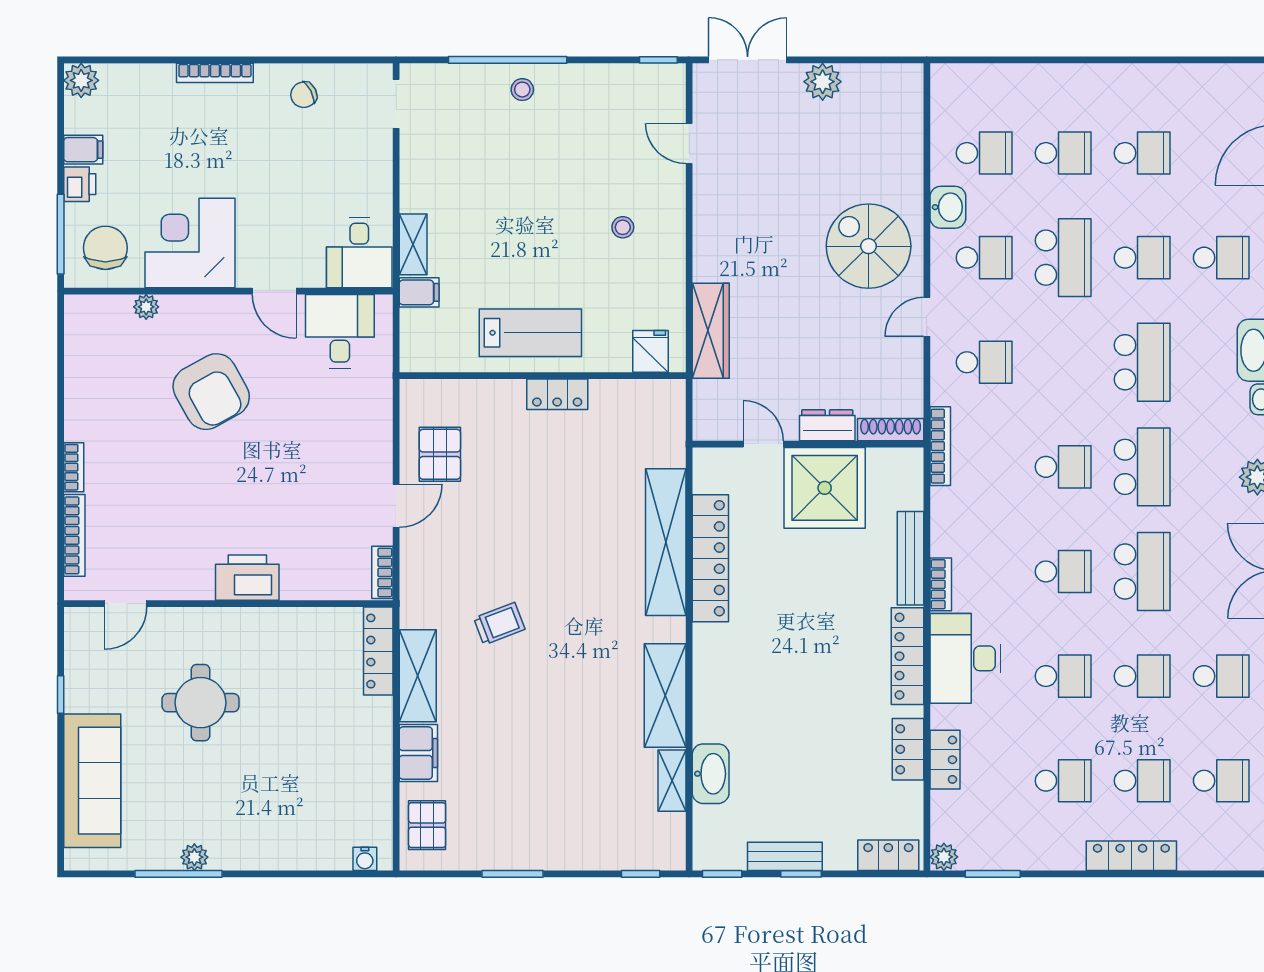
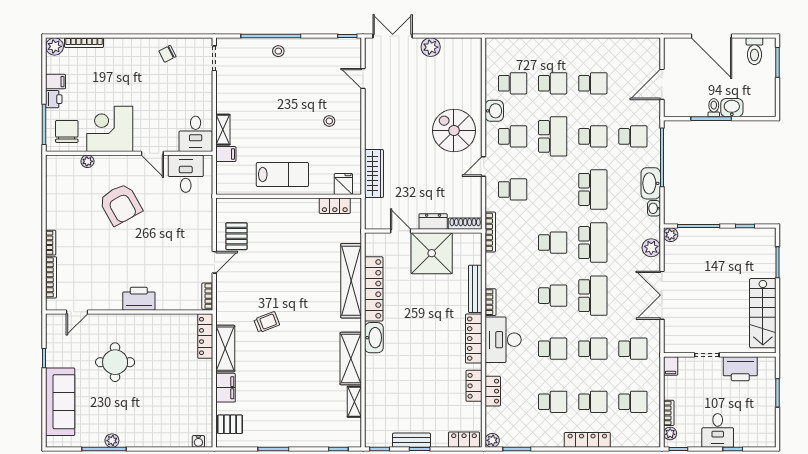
bookcase: (215, 73) -> (84, 43), moved
locker: (557, 394) -> (335, 206), moved
washbasin: (711, 774) -> (374, 338), moved
pallet: (427, 825) -> (230, 424), turned 90

